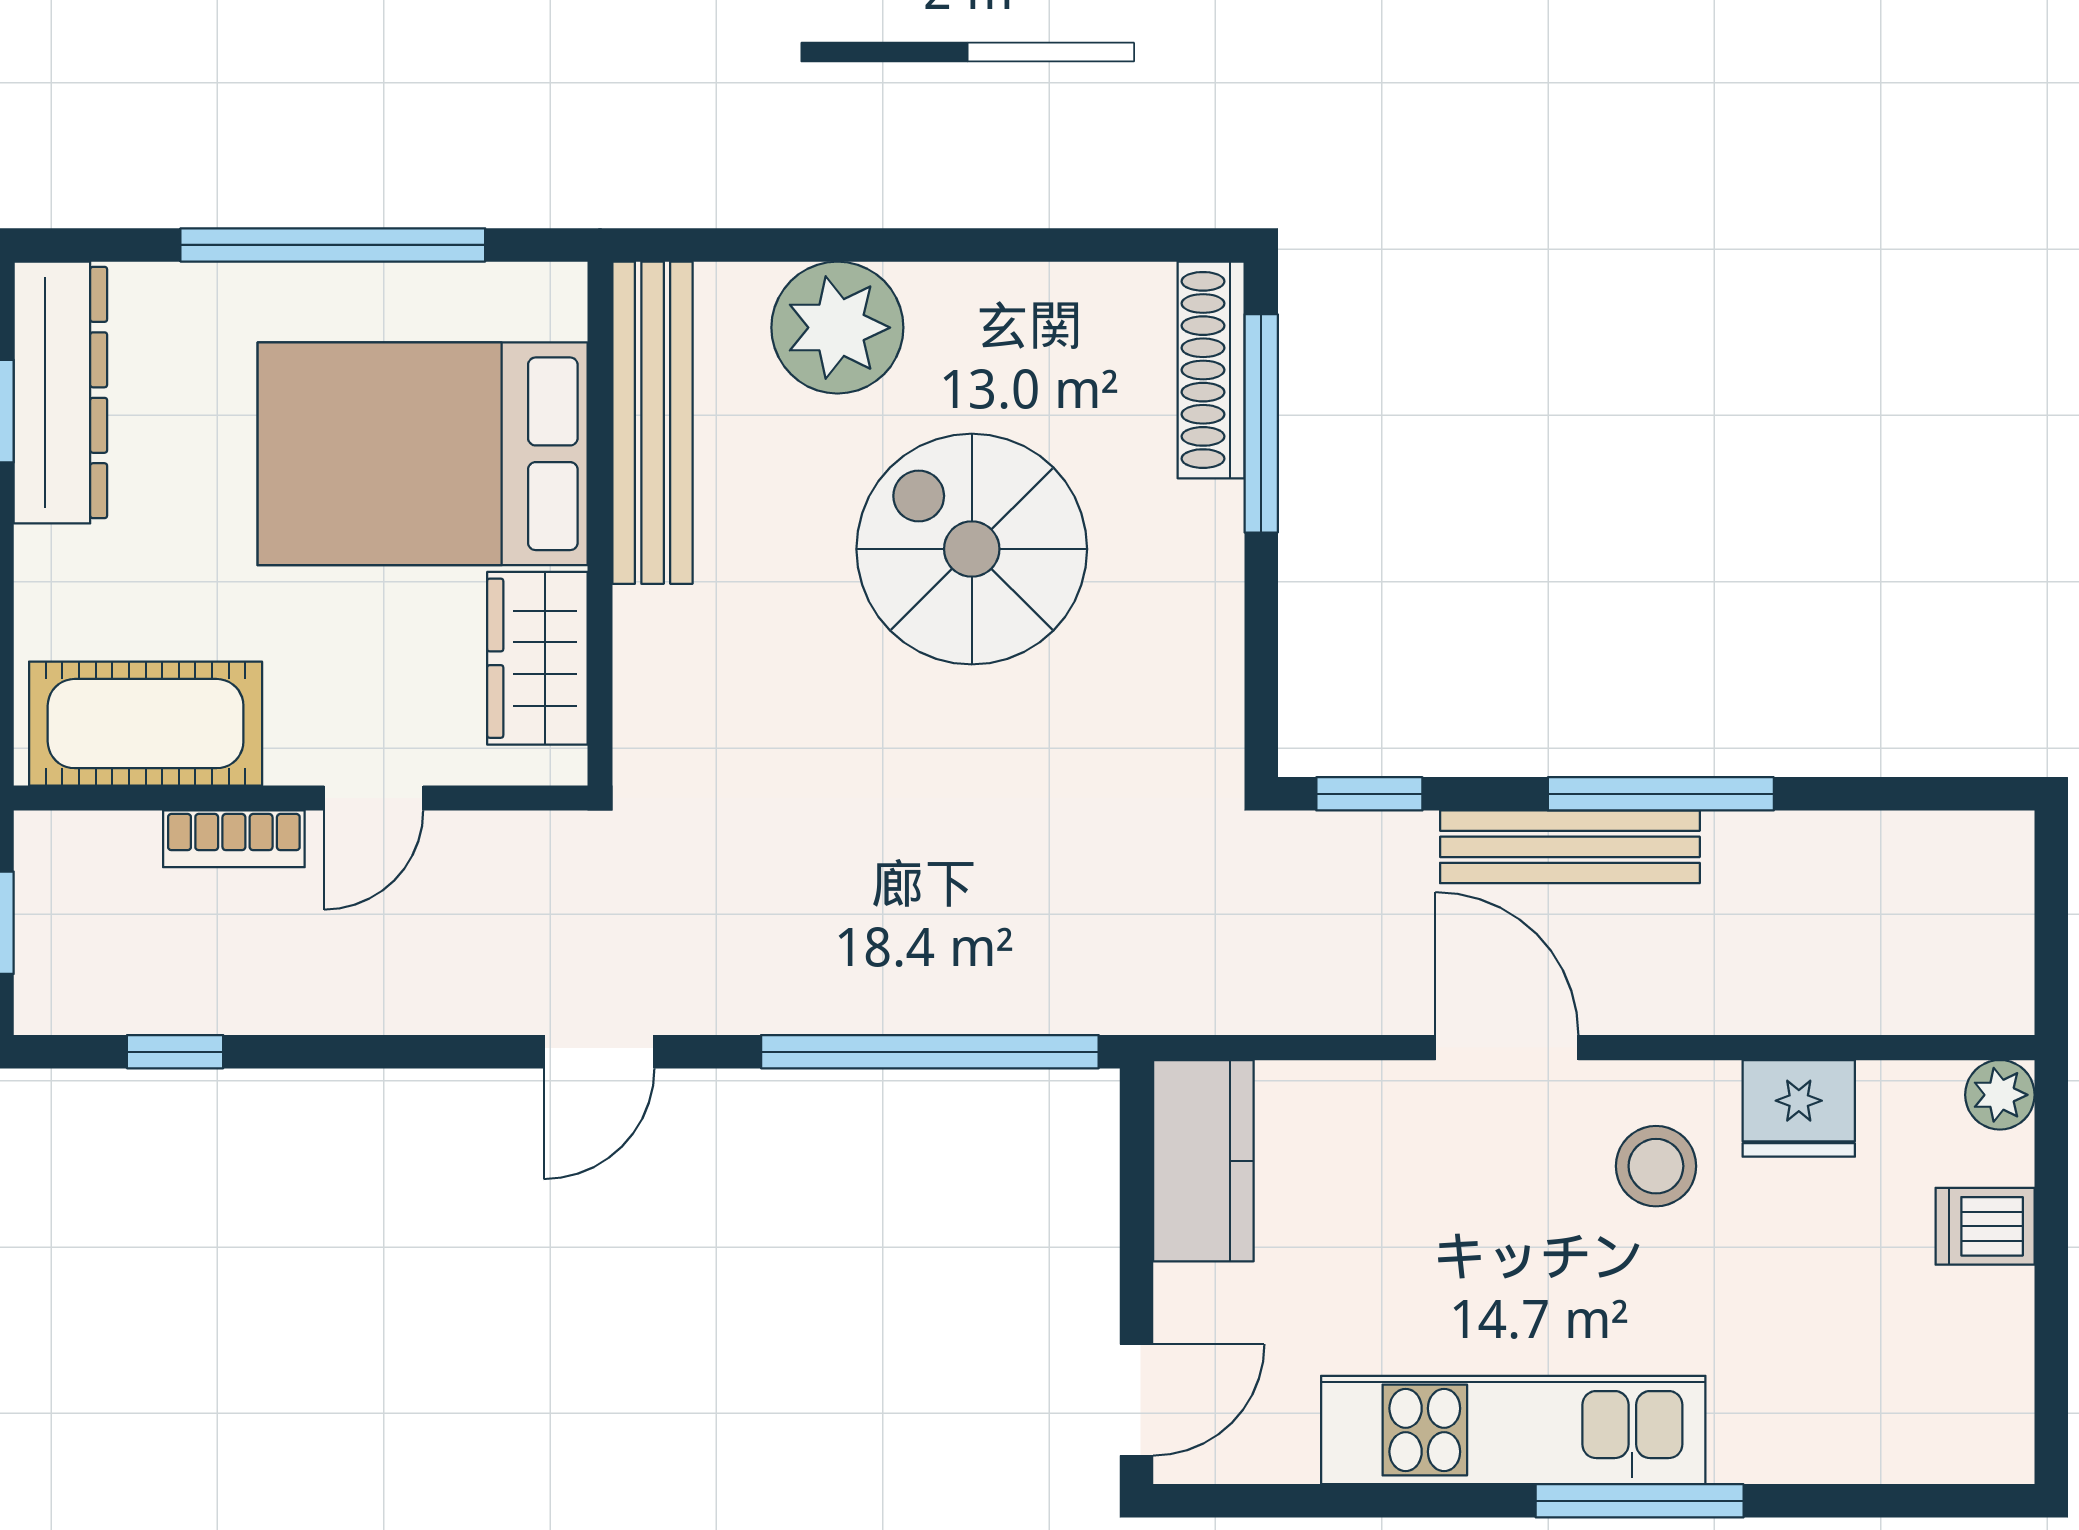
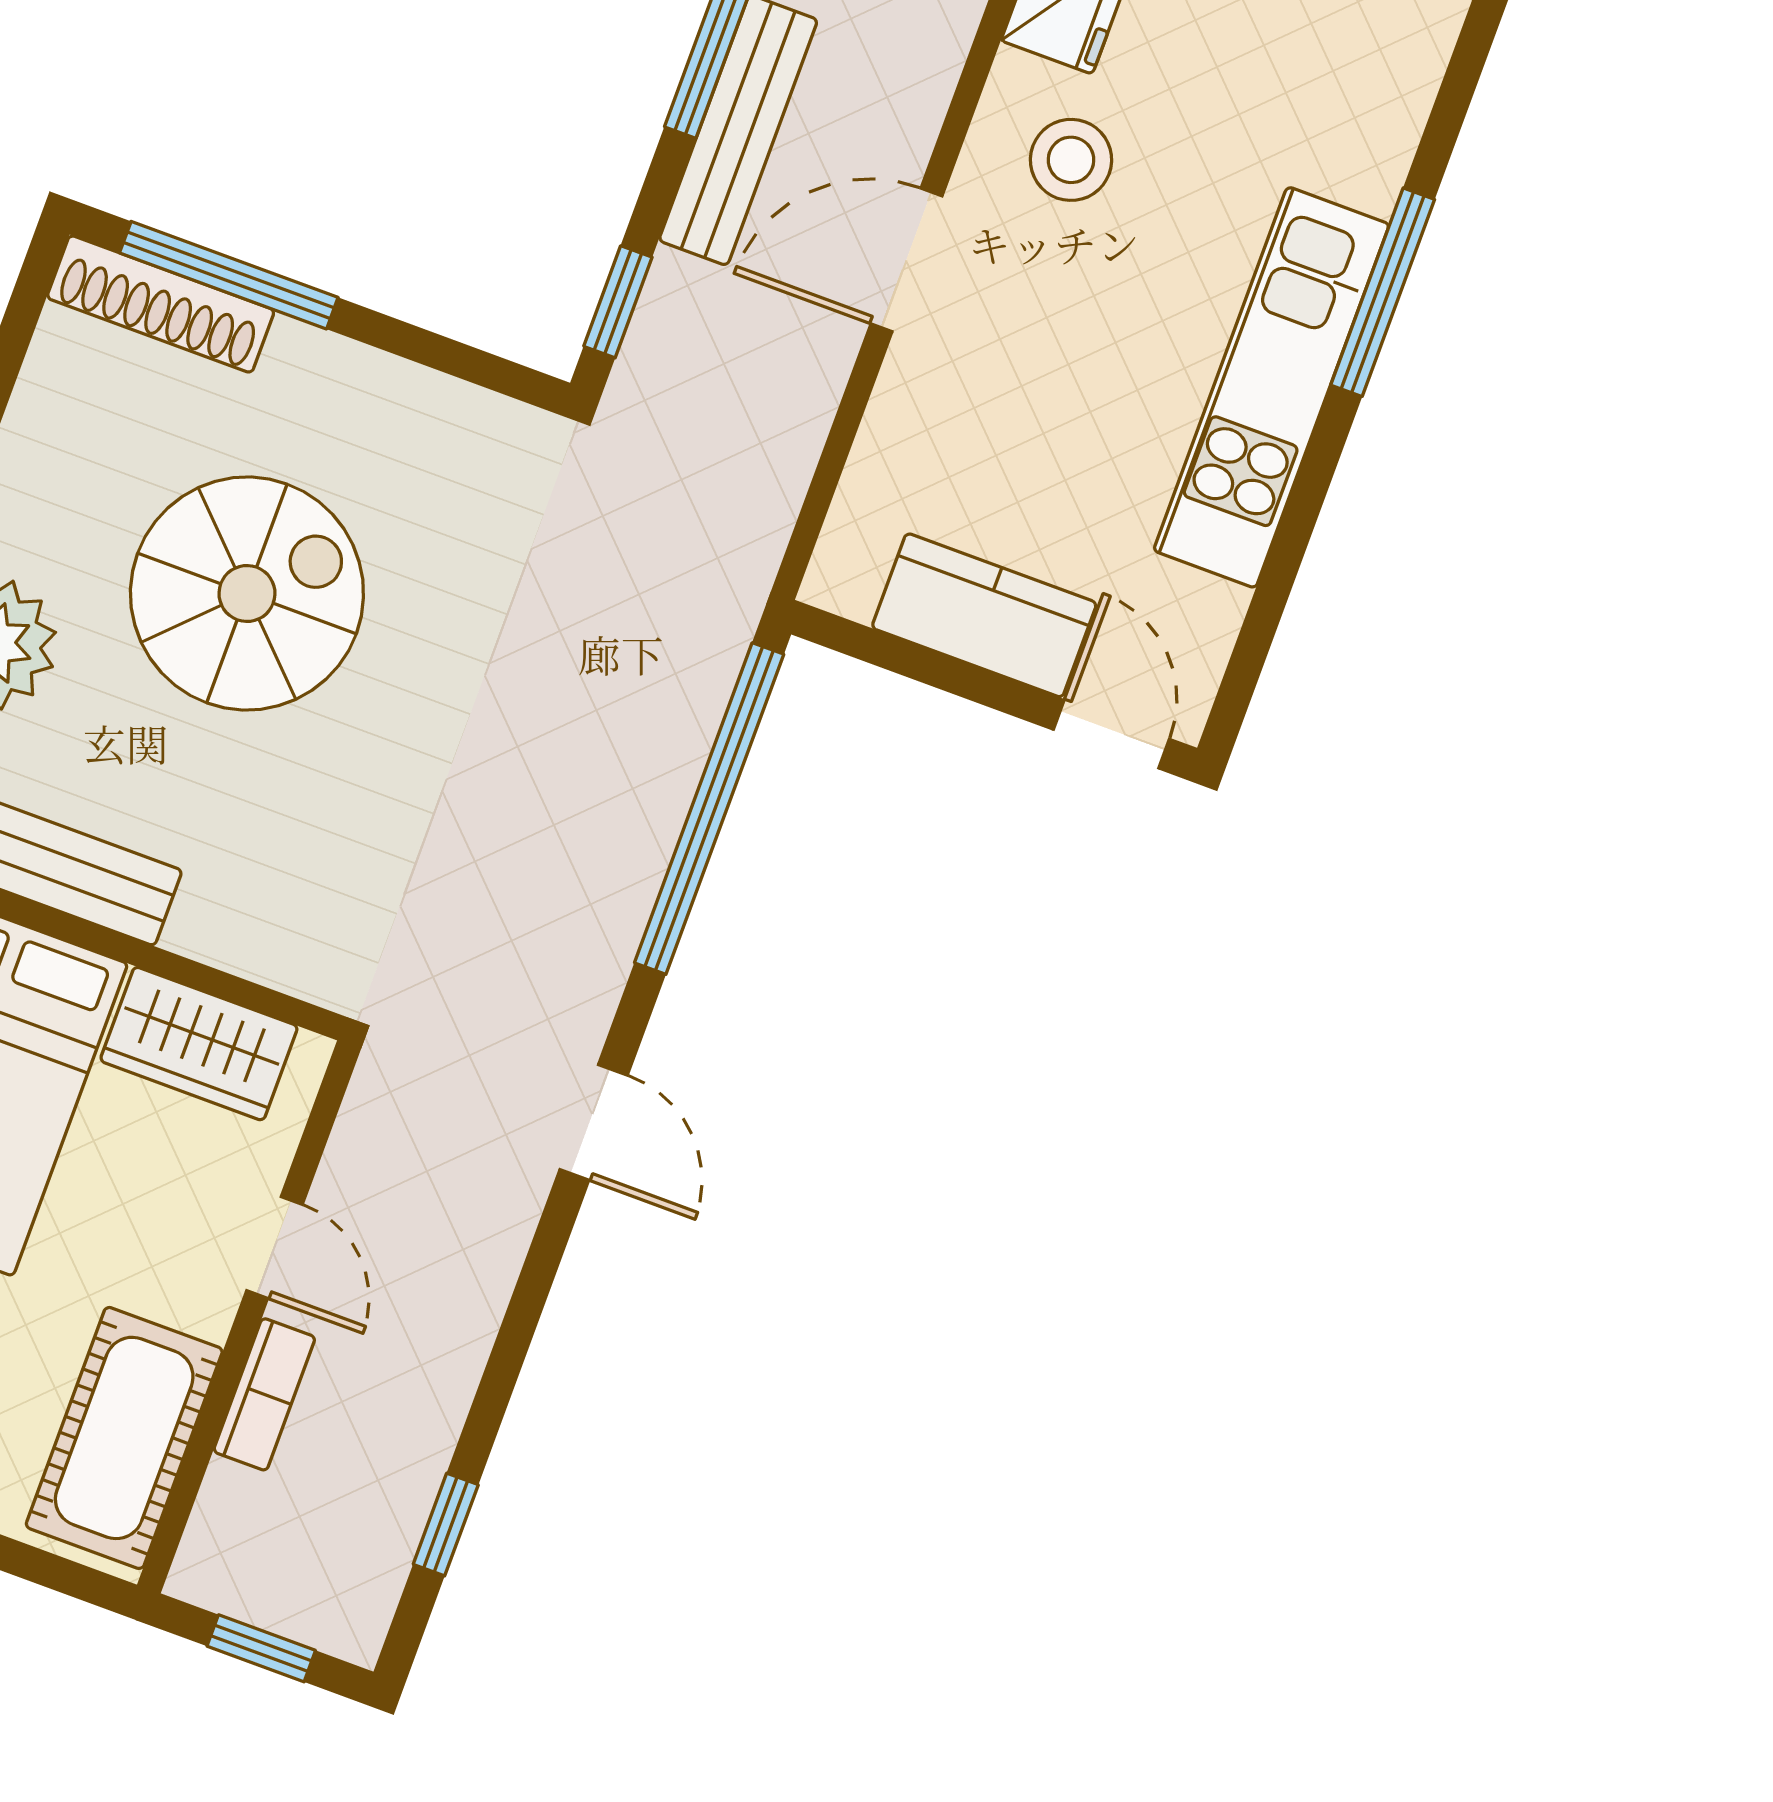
spiral stairs: (972, 549) -> (247, 593), turned 180
kitchen counter: (1203, 1161) -> (984, 615), moved

